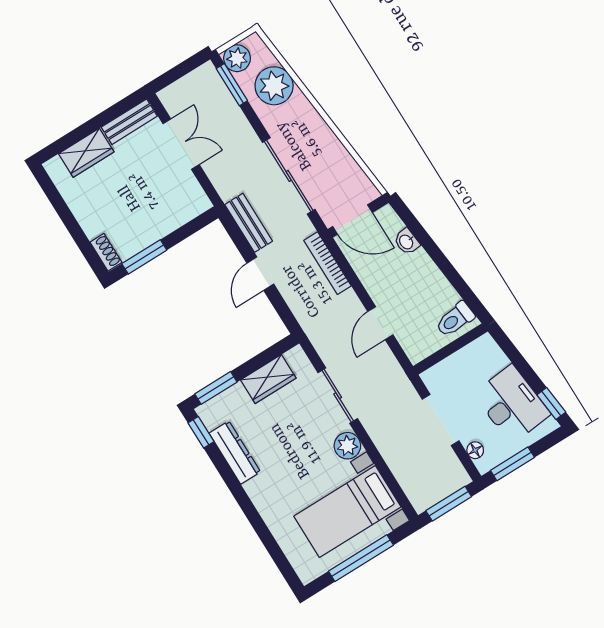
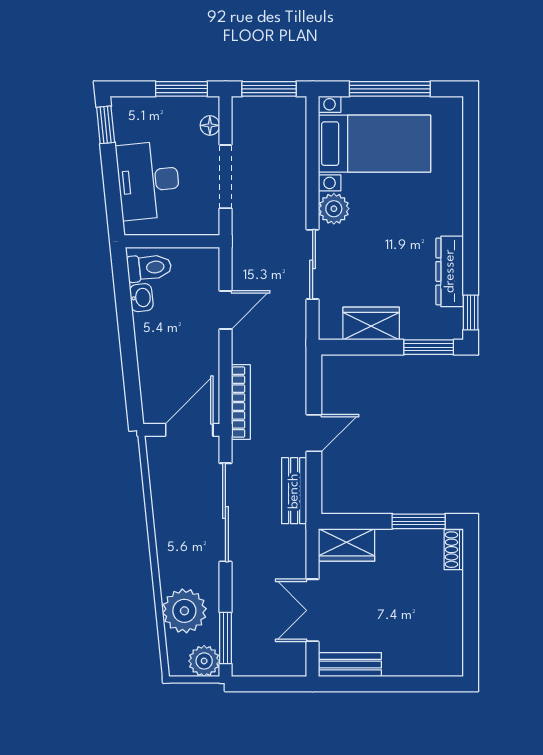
wardrobe: (86, 153) -> (346, 545), moved, turned 180
door: (352, 219) -> (189, 430), hinge flipped
washbasin: (407, 242) -> (141, 298), moved
desk: (512, 404) -> (148, 180), moved

